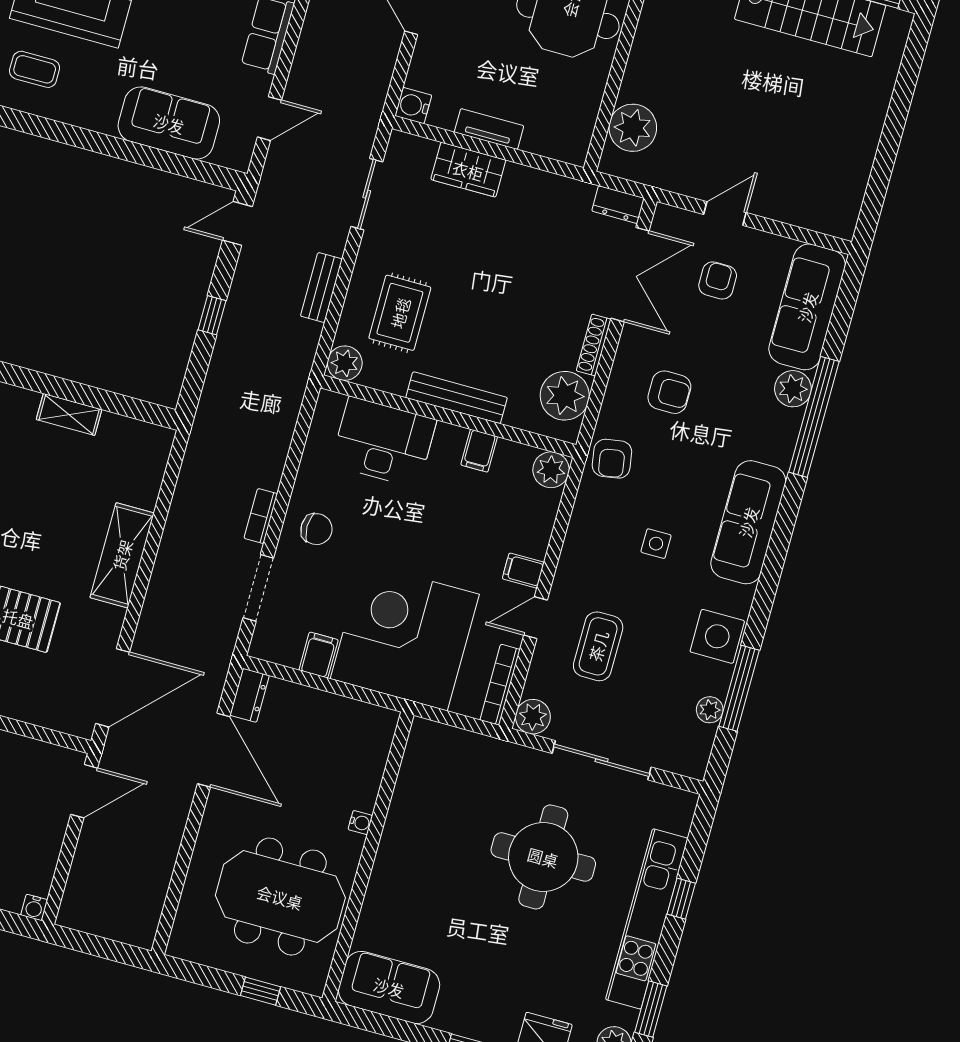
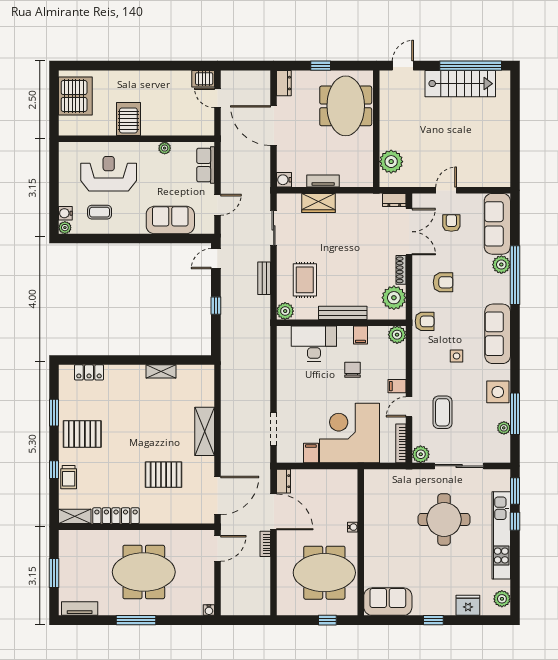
armchair: (612, 459) -> (425, 321), turned -81
bookcase: (261, 516) -> (265, 544), moved
chair: (316, 529) -> (352, 370), moved, turned -90
window: (651, 1009) -> (515, 491), moved

